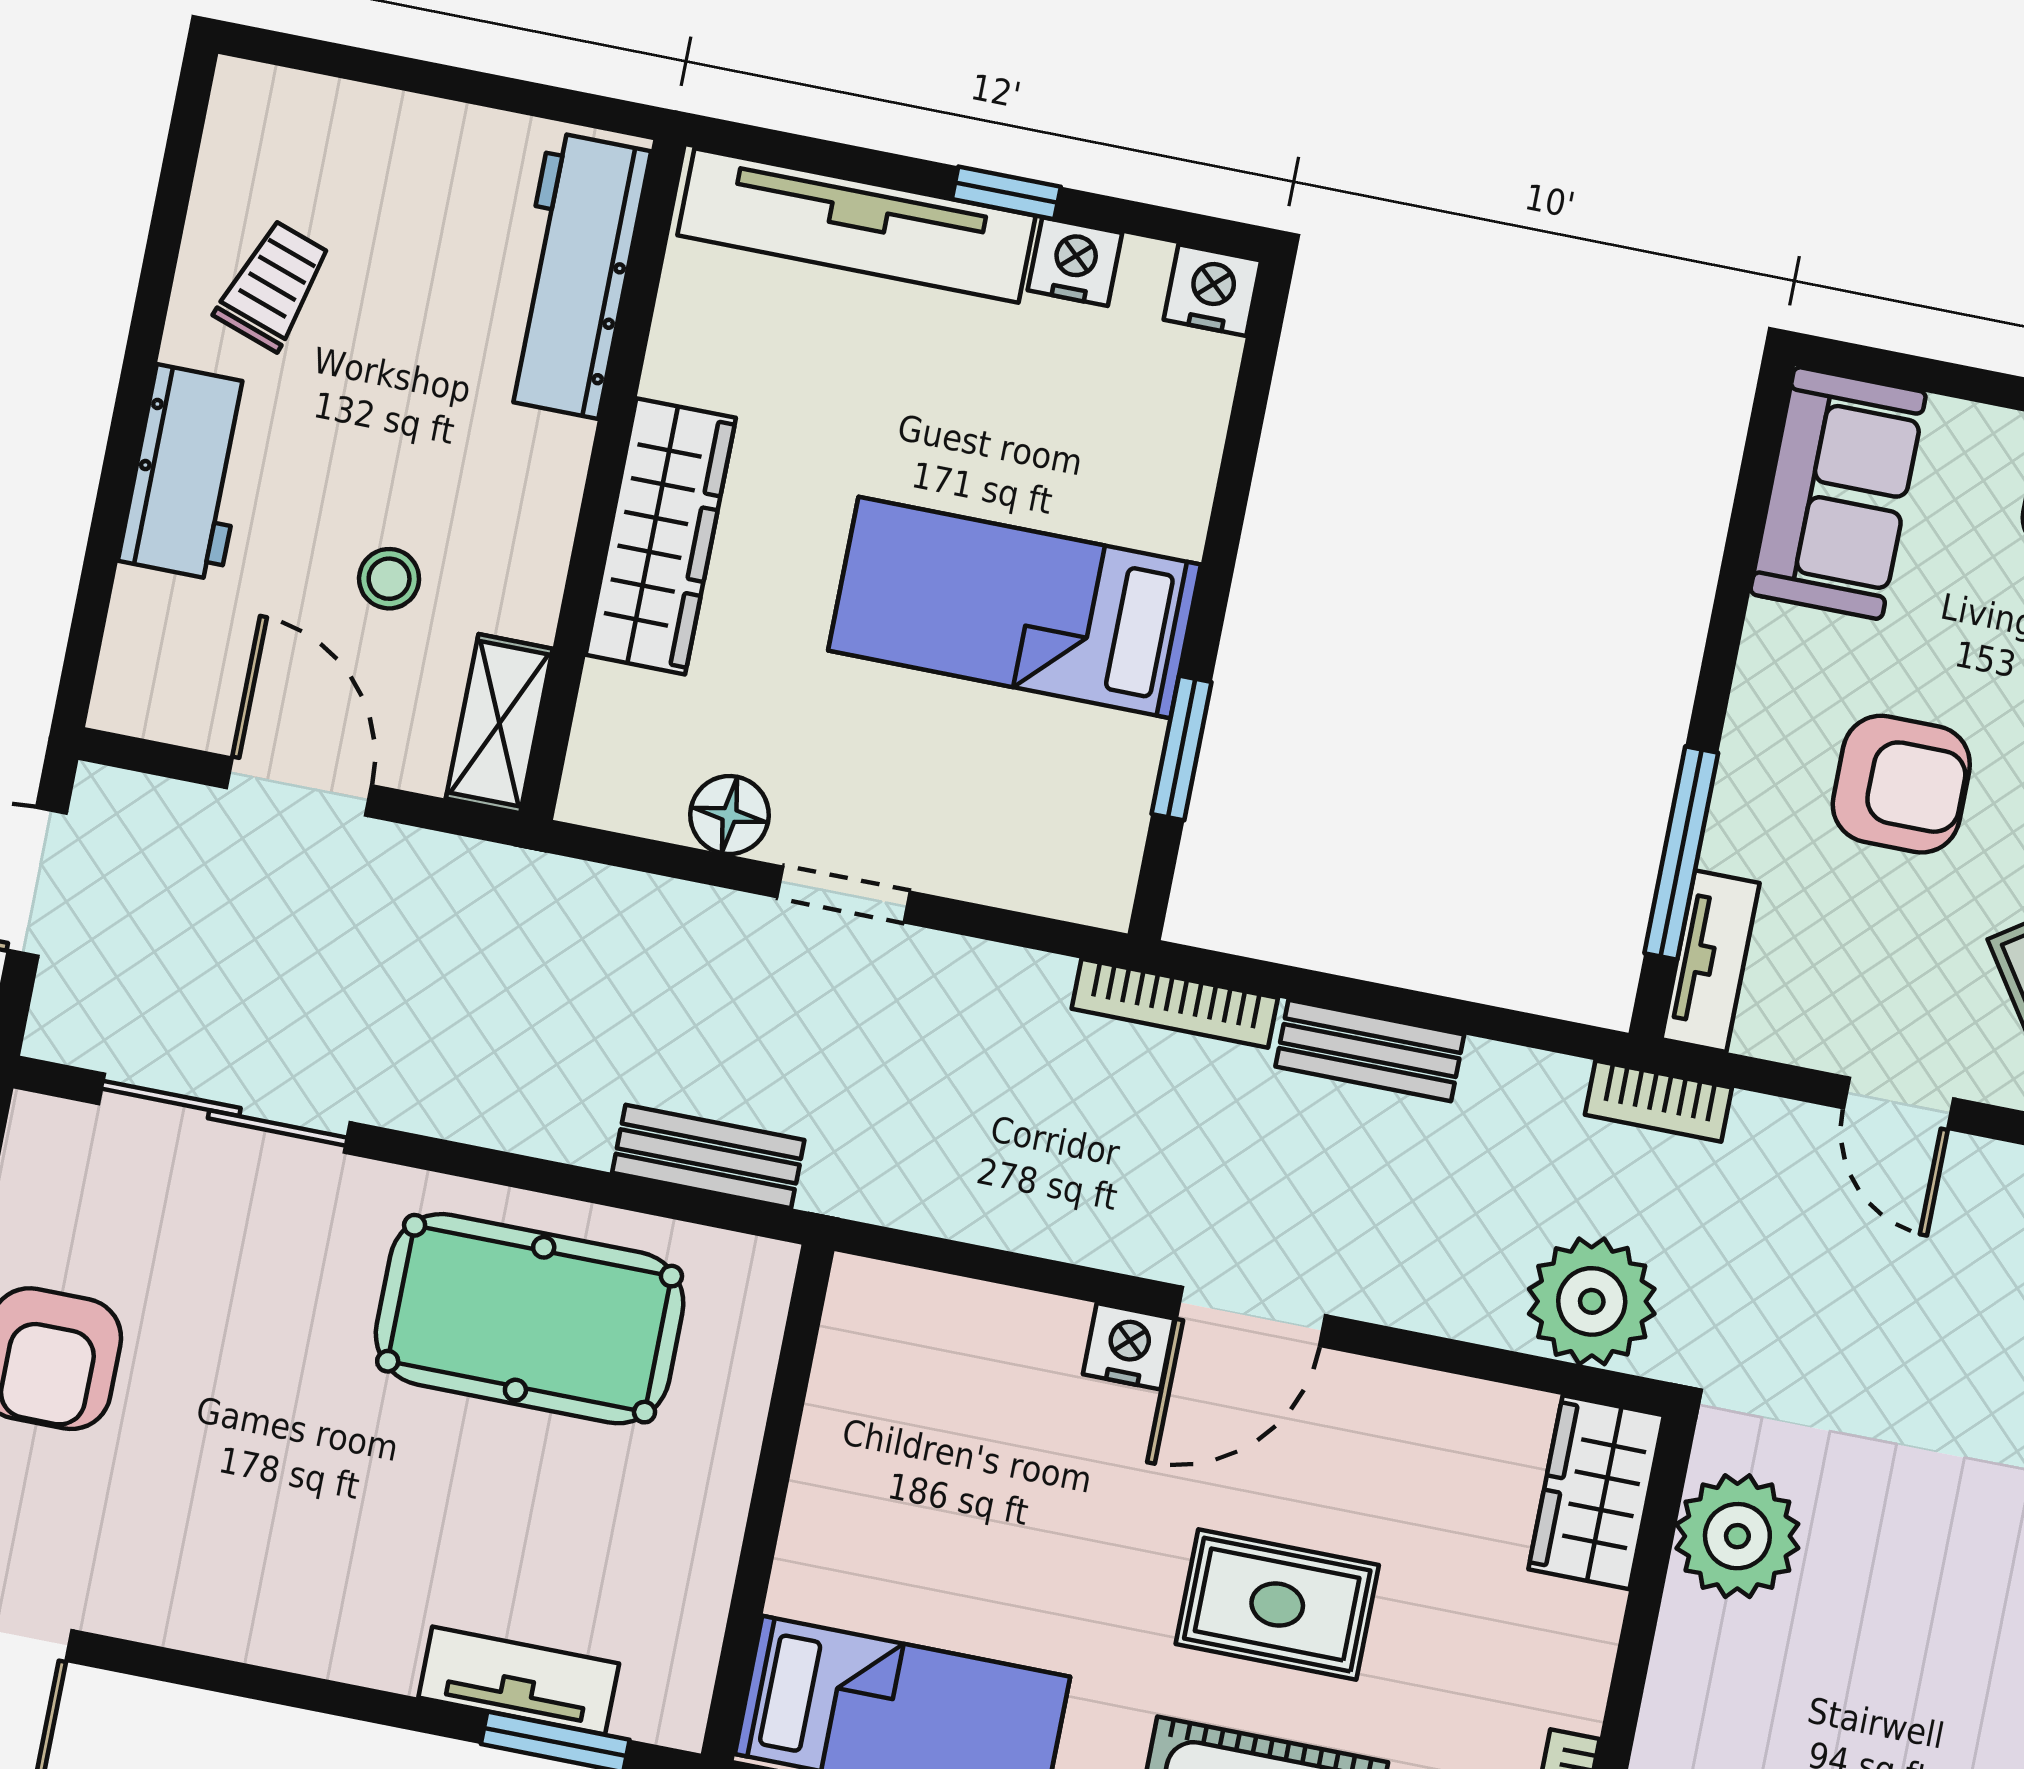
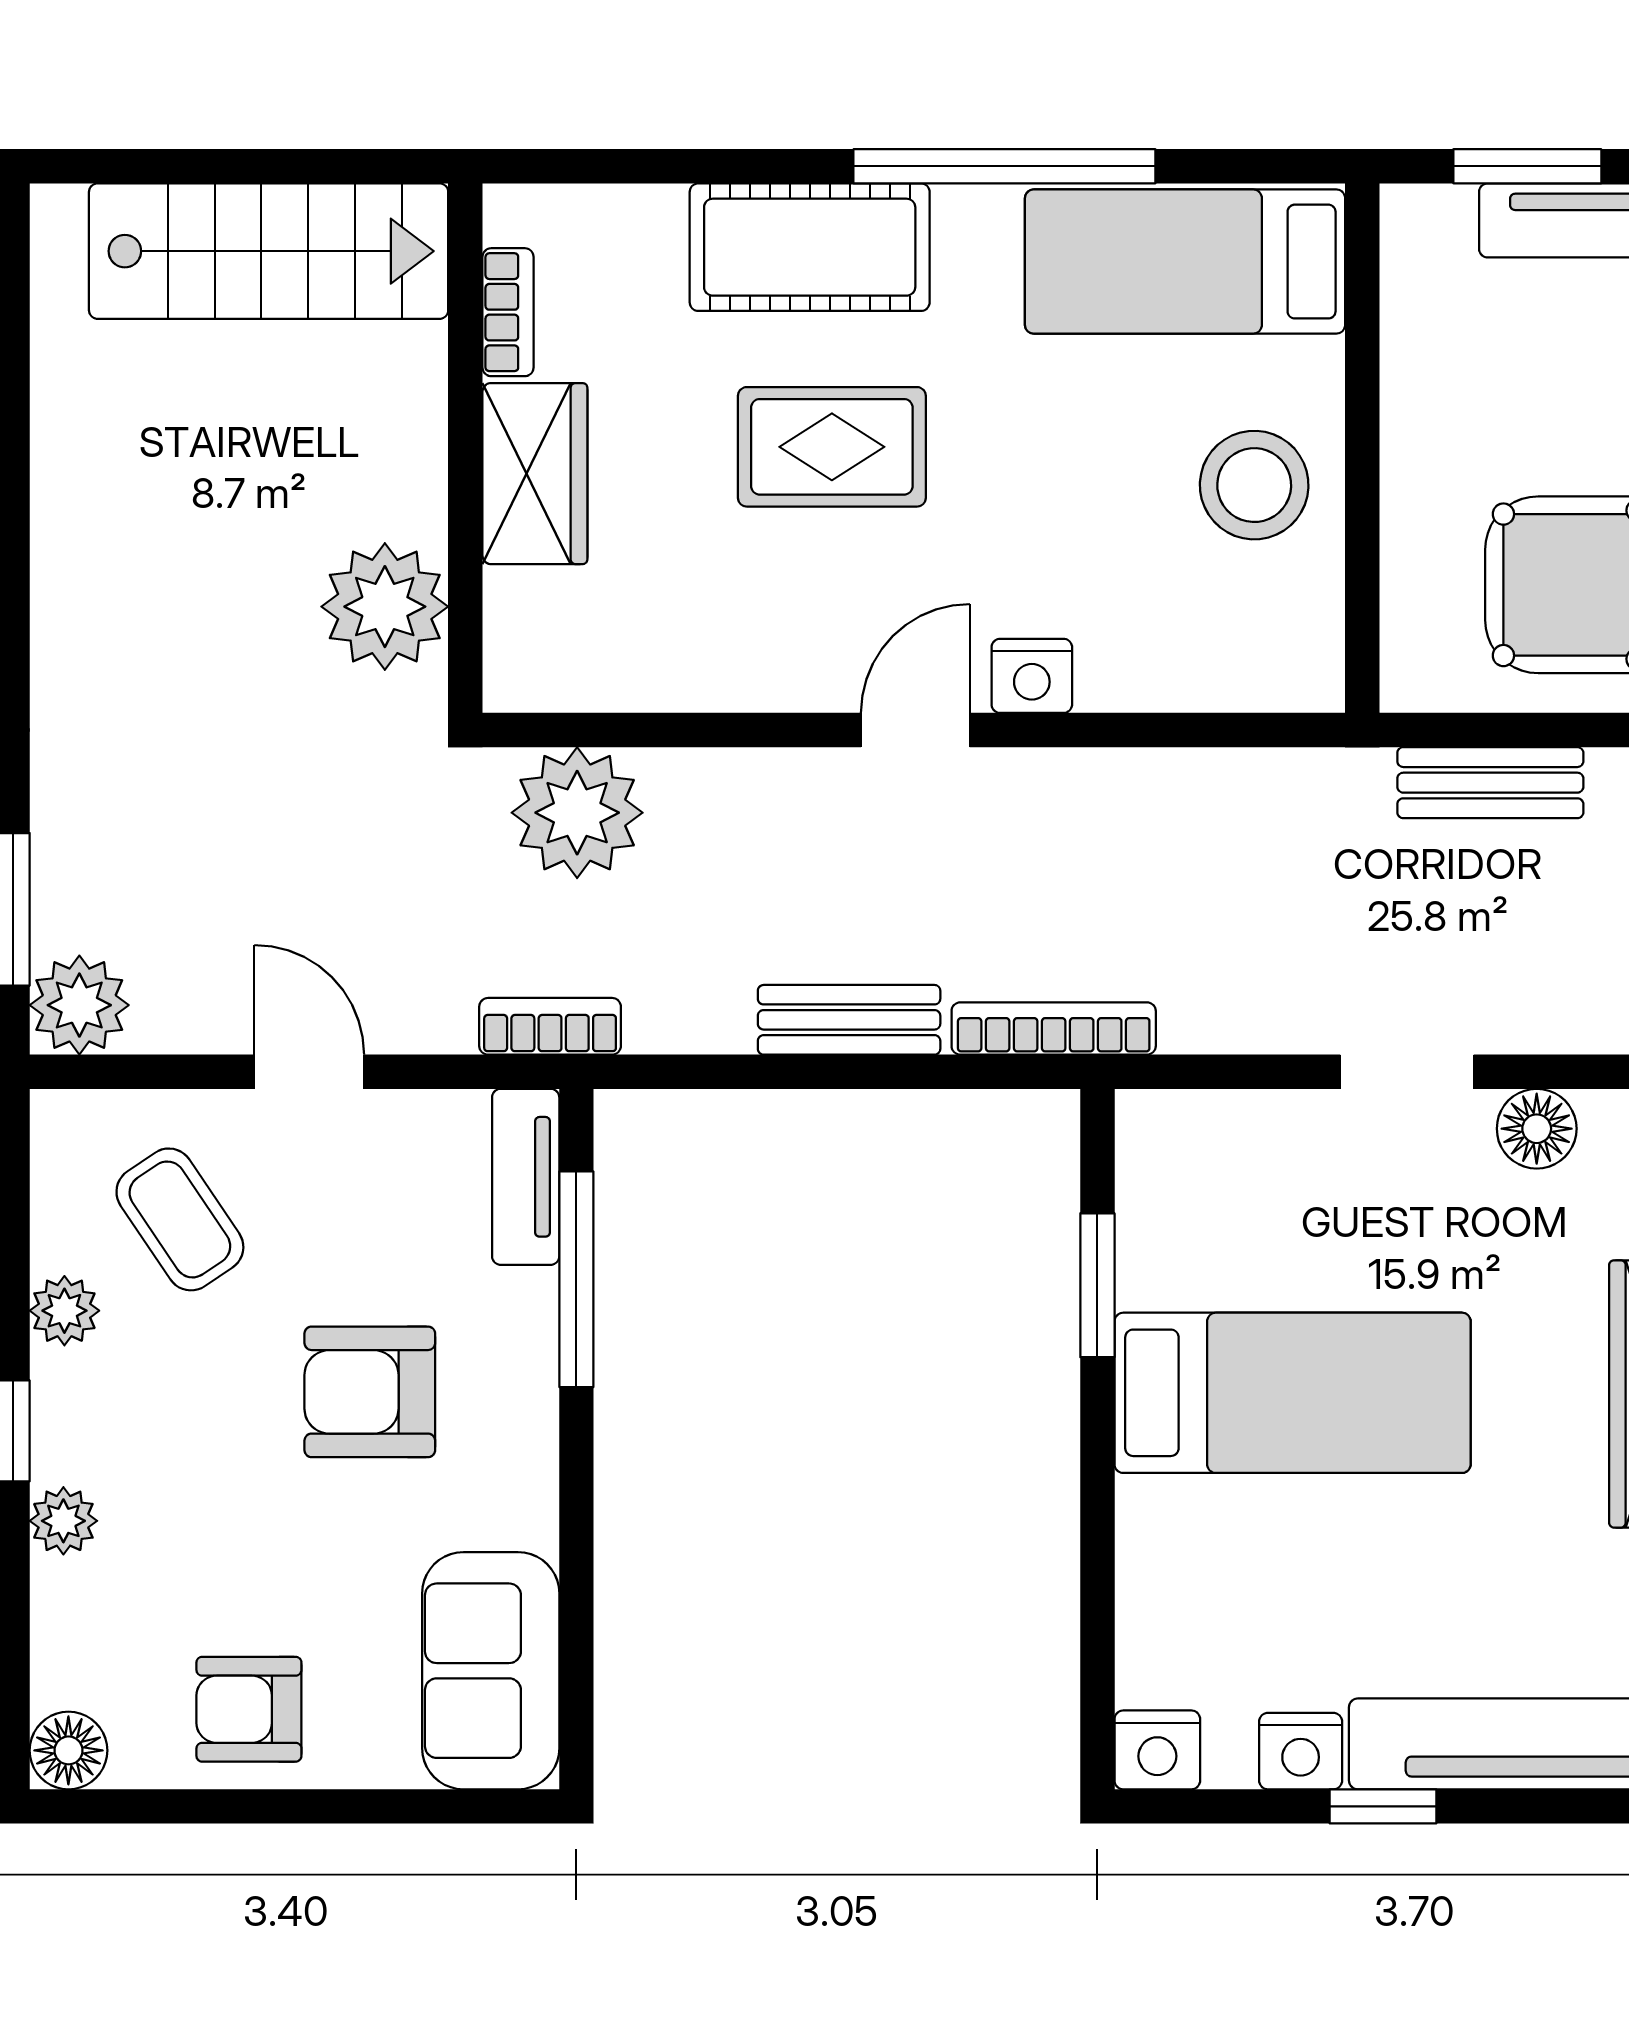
door: (1251, 1316) -> (915, 730), width x0.73
stool: (879, 1487) -> (1254, 485), added
wardrobe: (1596, 1492) -> (535, 474), moved

